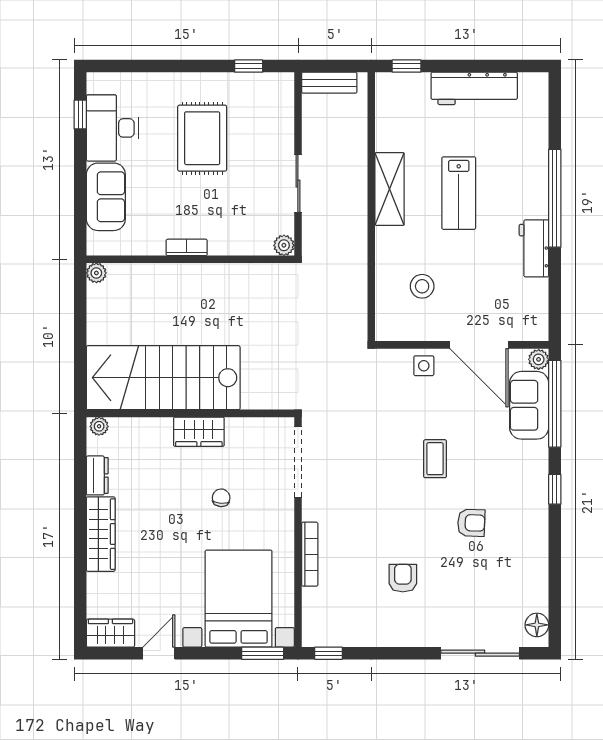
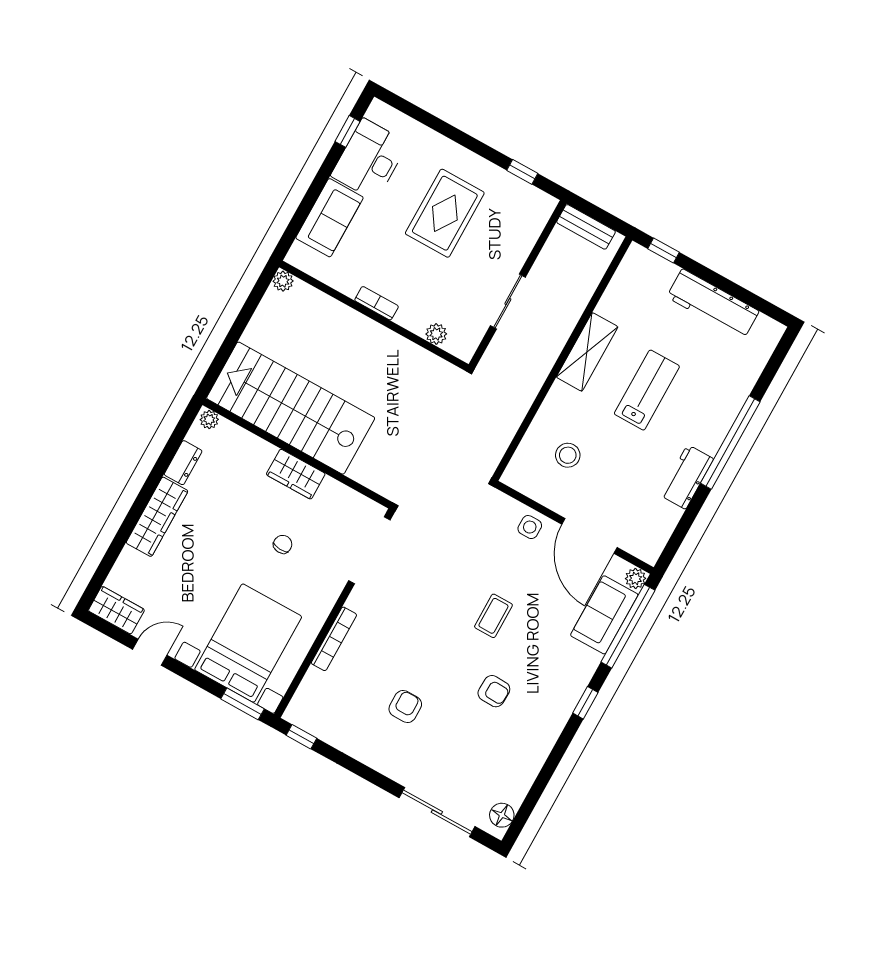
lab bench: (459, 193) -> (647, 390), turned 180
plant: (284, 245) -> (436, 334), moved

